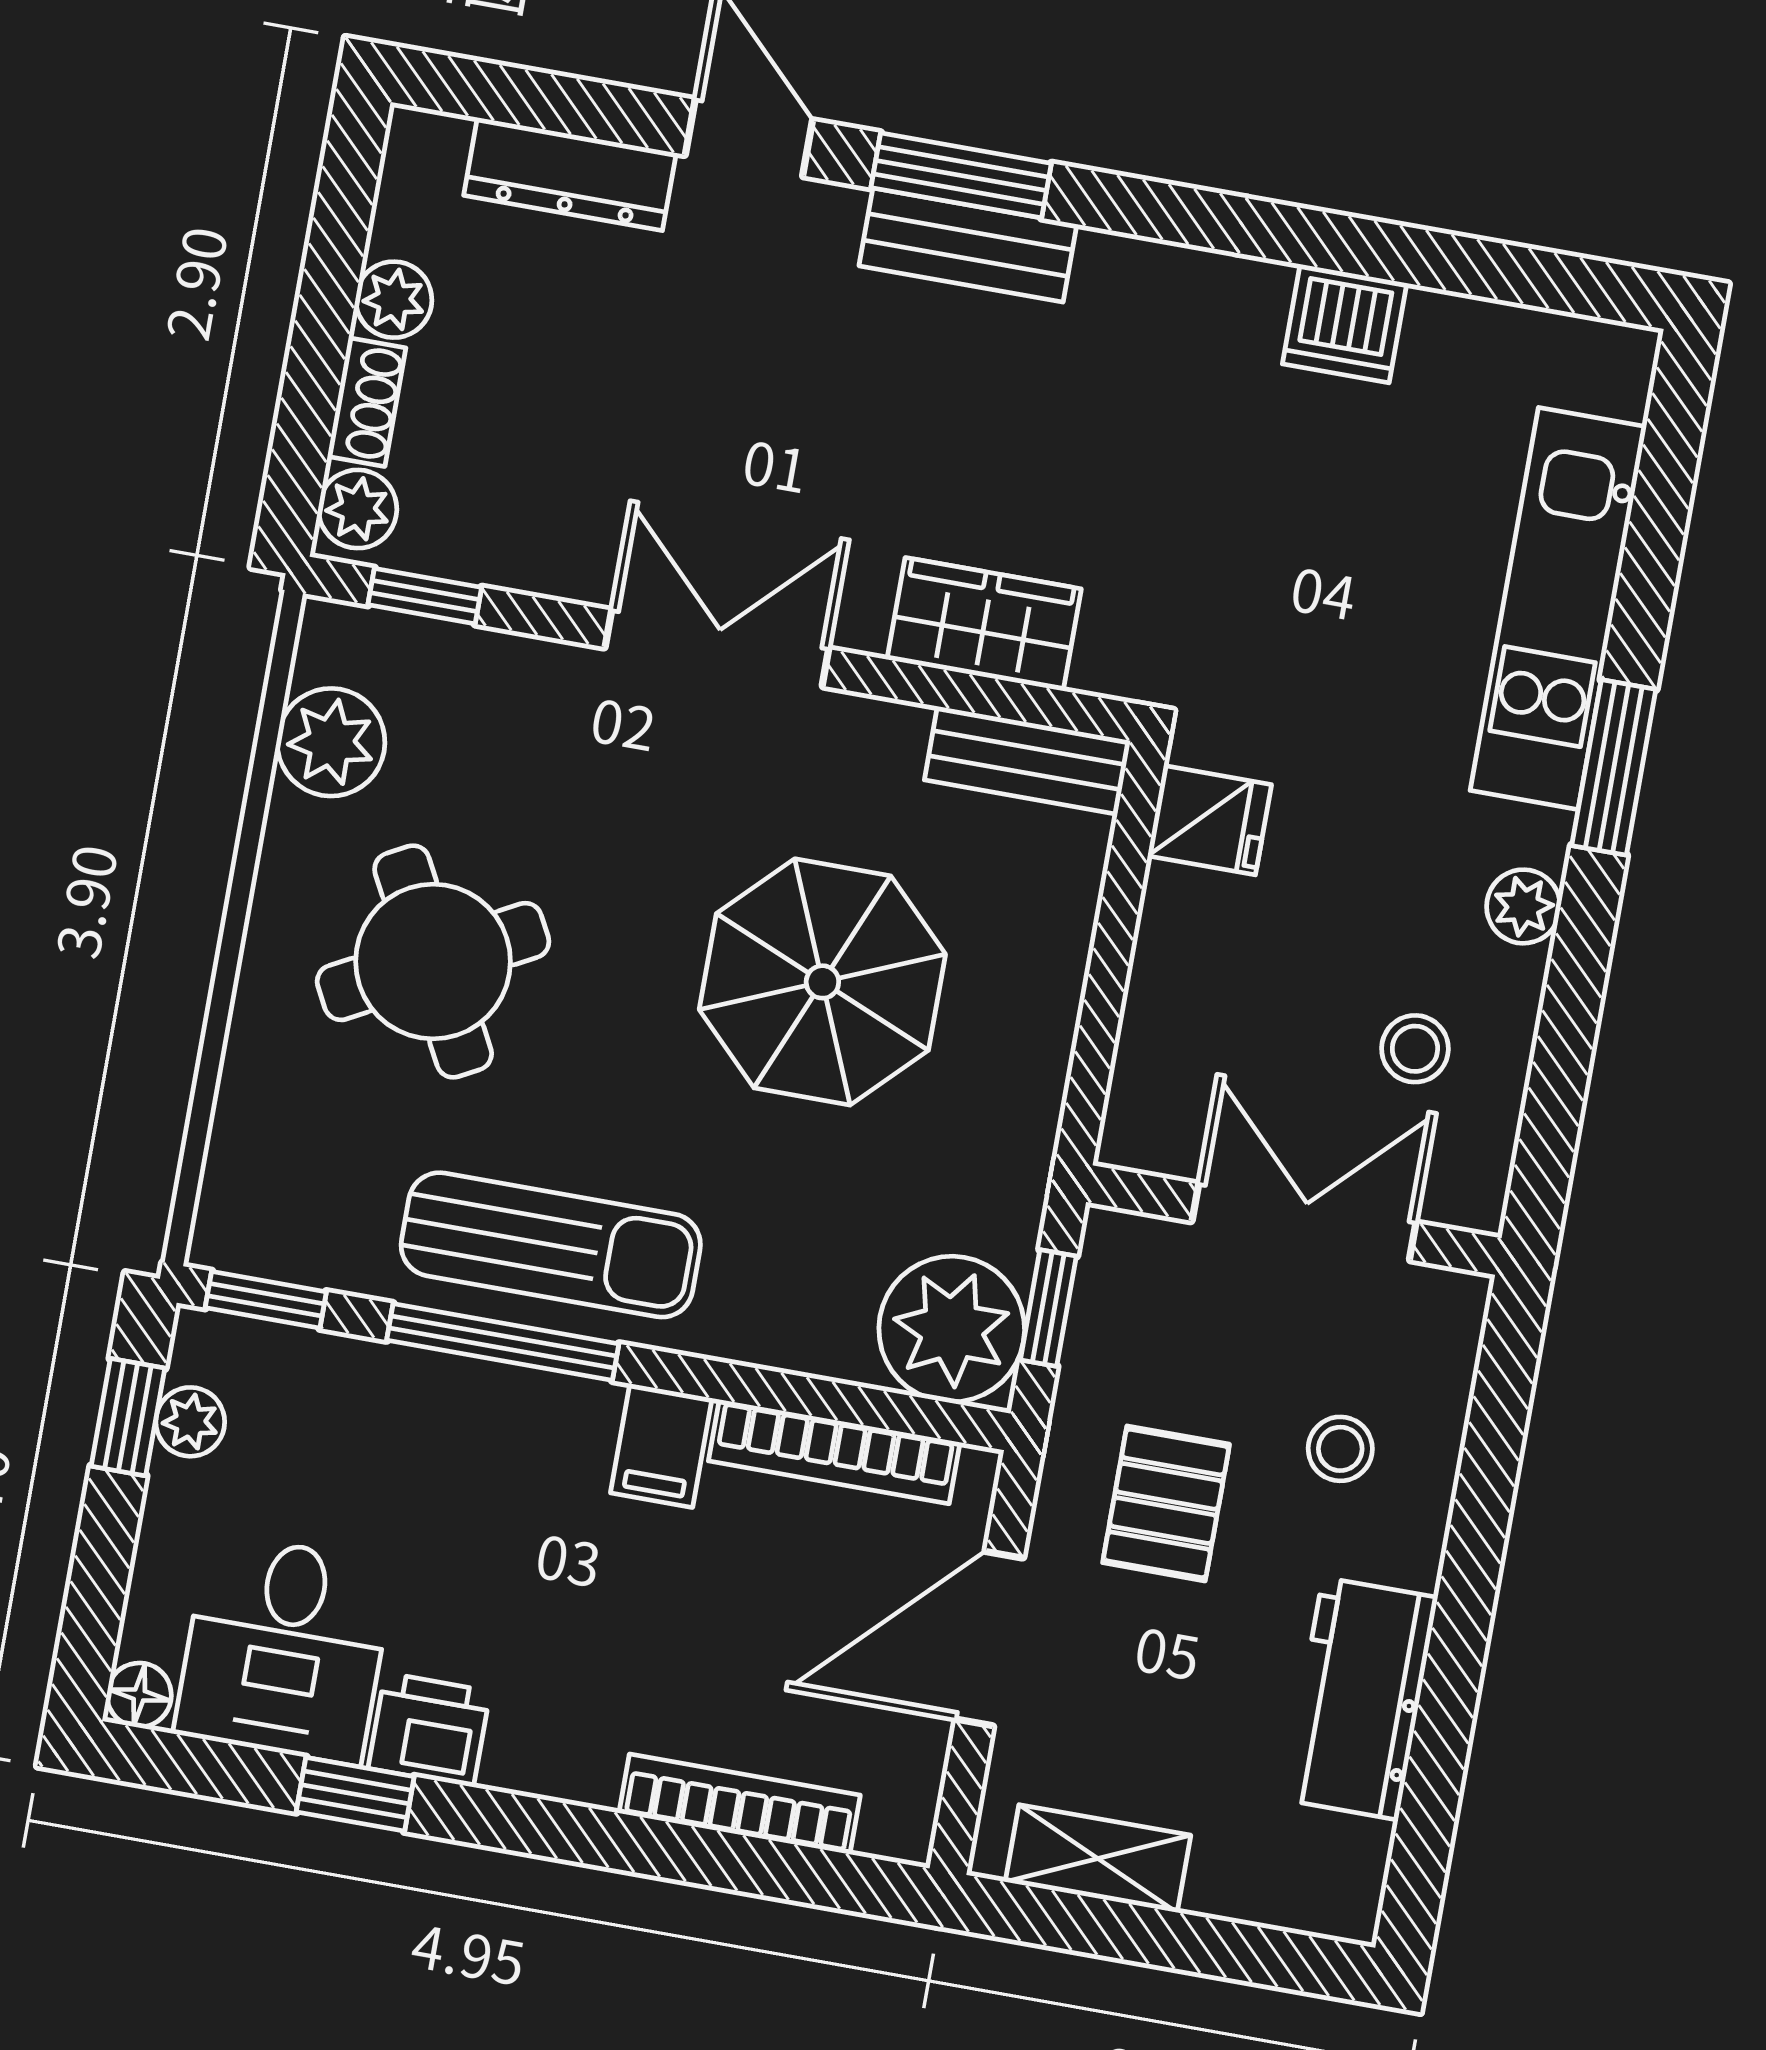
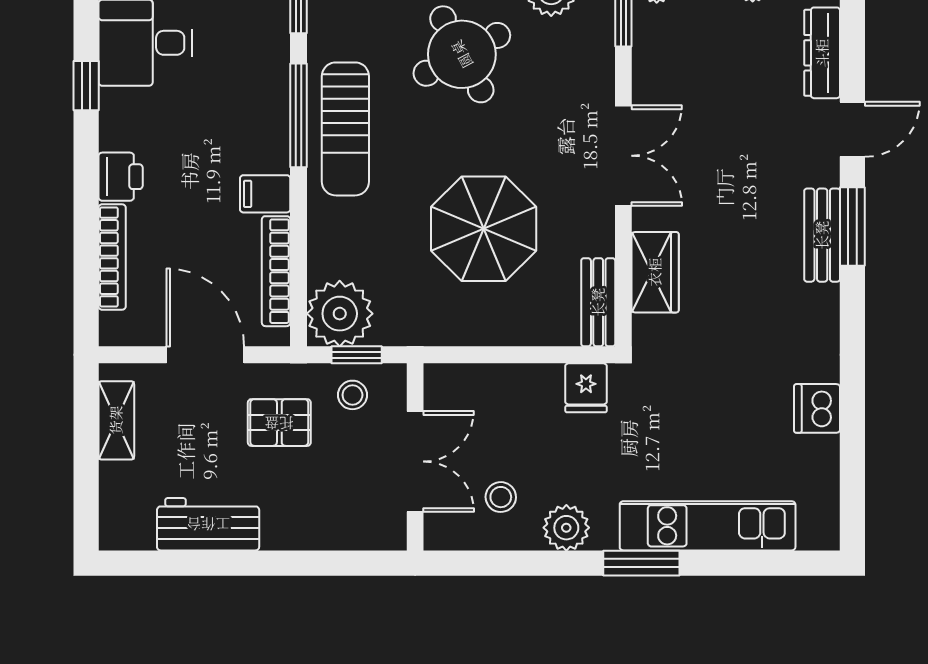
plant: (1523, 906) -> (566, 528), width x1.38, depth x1.38
stool: (1340, 1449) -> (352, 395), moved
printer: (429, 1730) -> (121, 177), moved

